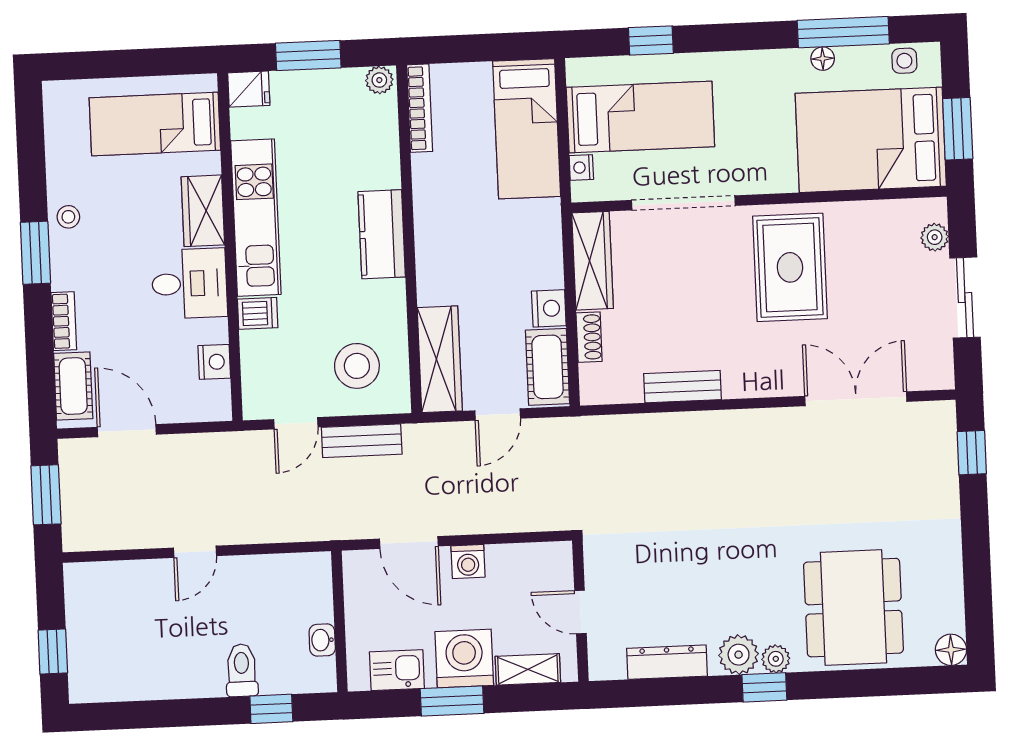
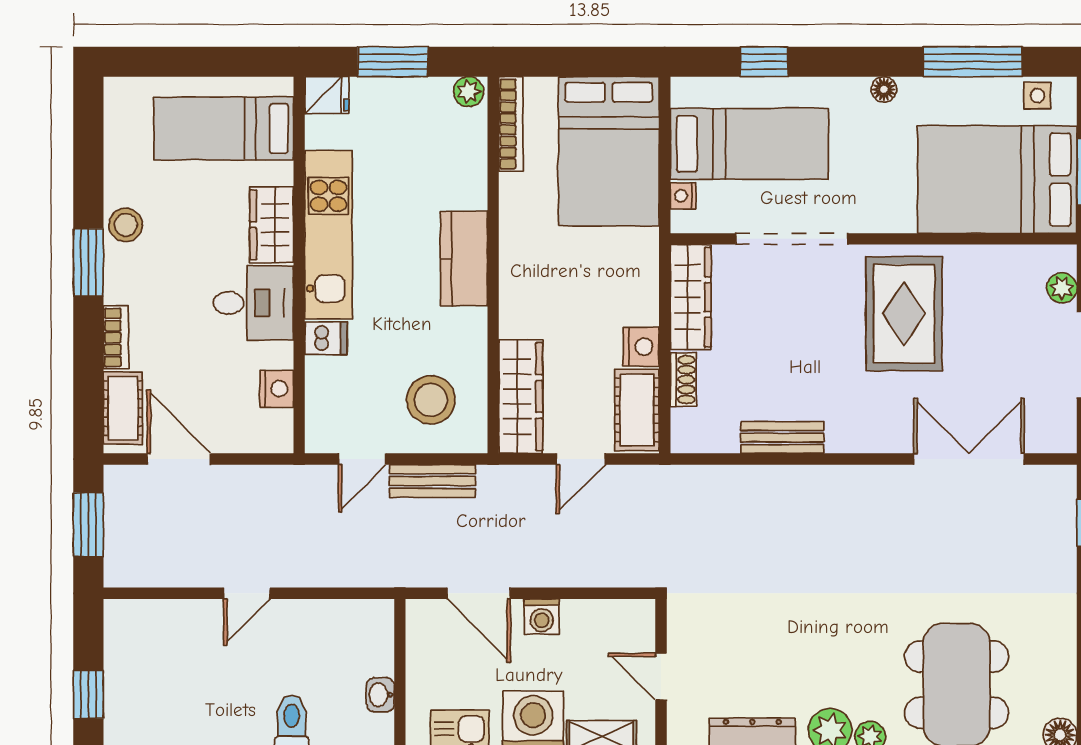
floor lamp: (823, 59) -> (884, 89), moved
bed: (527, 129) -> (609, 151), width x1.50
stool: (68, 217) -> (126, 225), width x1.37, depth x1.37

